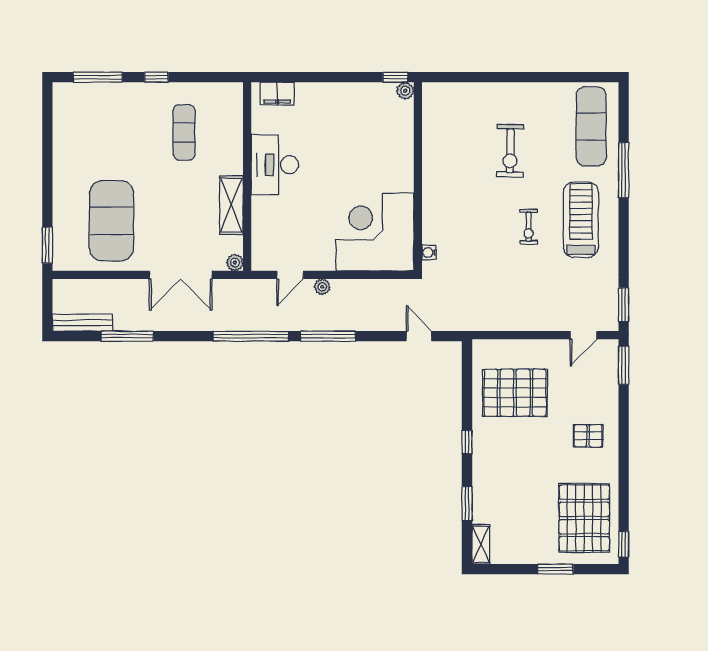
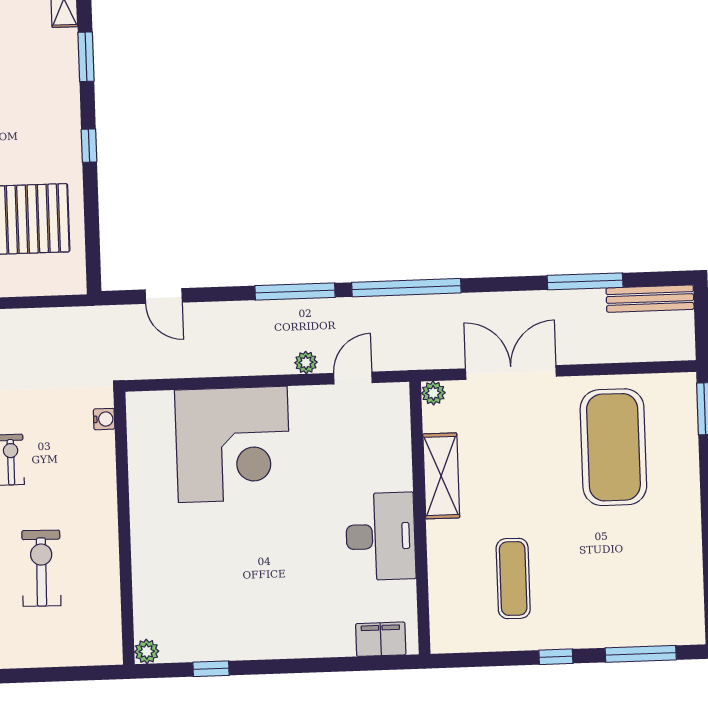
plant: (405, 91) -> (147, 651), moved
wall: (418, 177) -> (124, 528), moved
water cooler: (429, 253) -> (104, 419), moved

